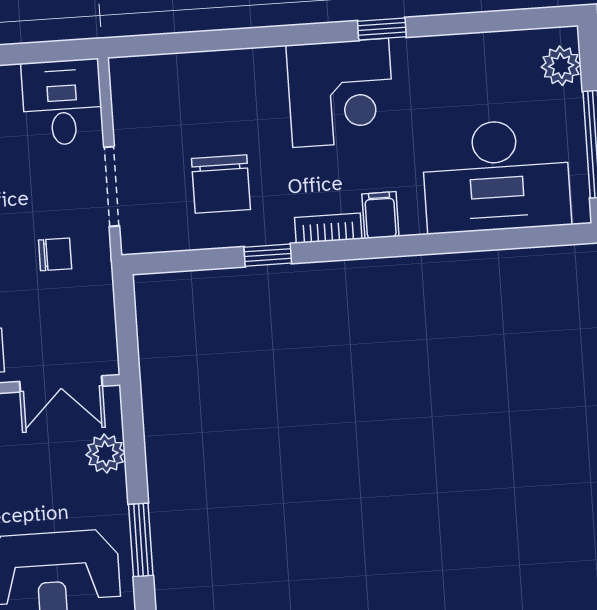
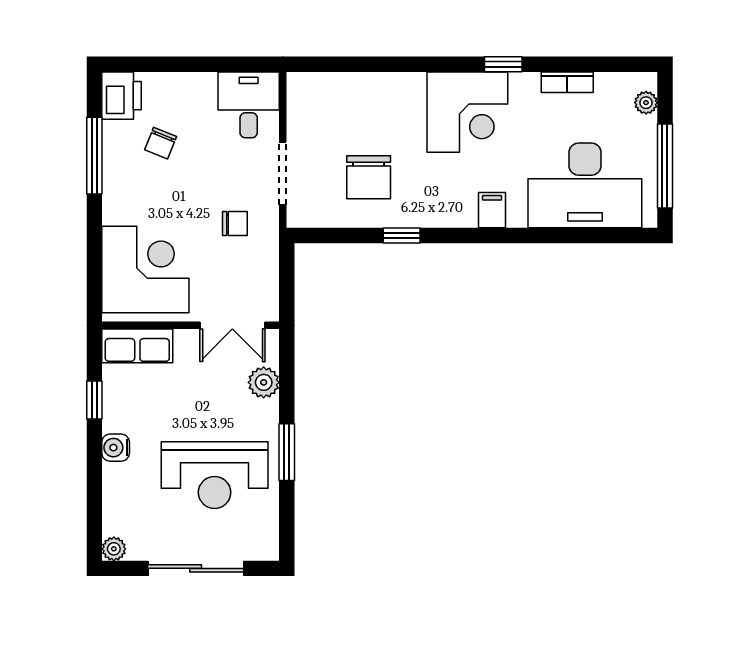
plant: (561, 66) -> (646, 103), width x0.73, depth x0.73
bookcase: (328, 228) -> (567, 82), moved, turned 180

